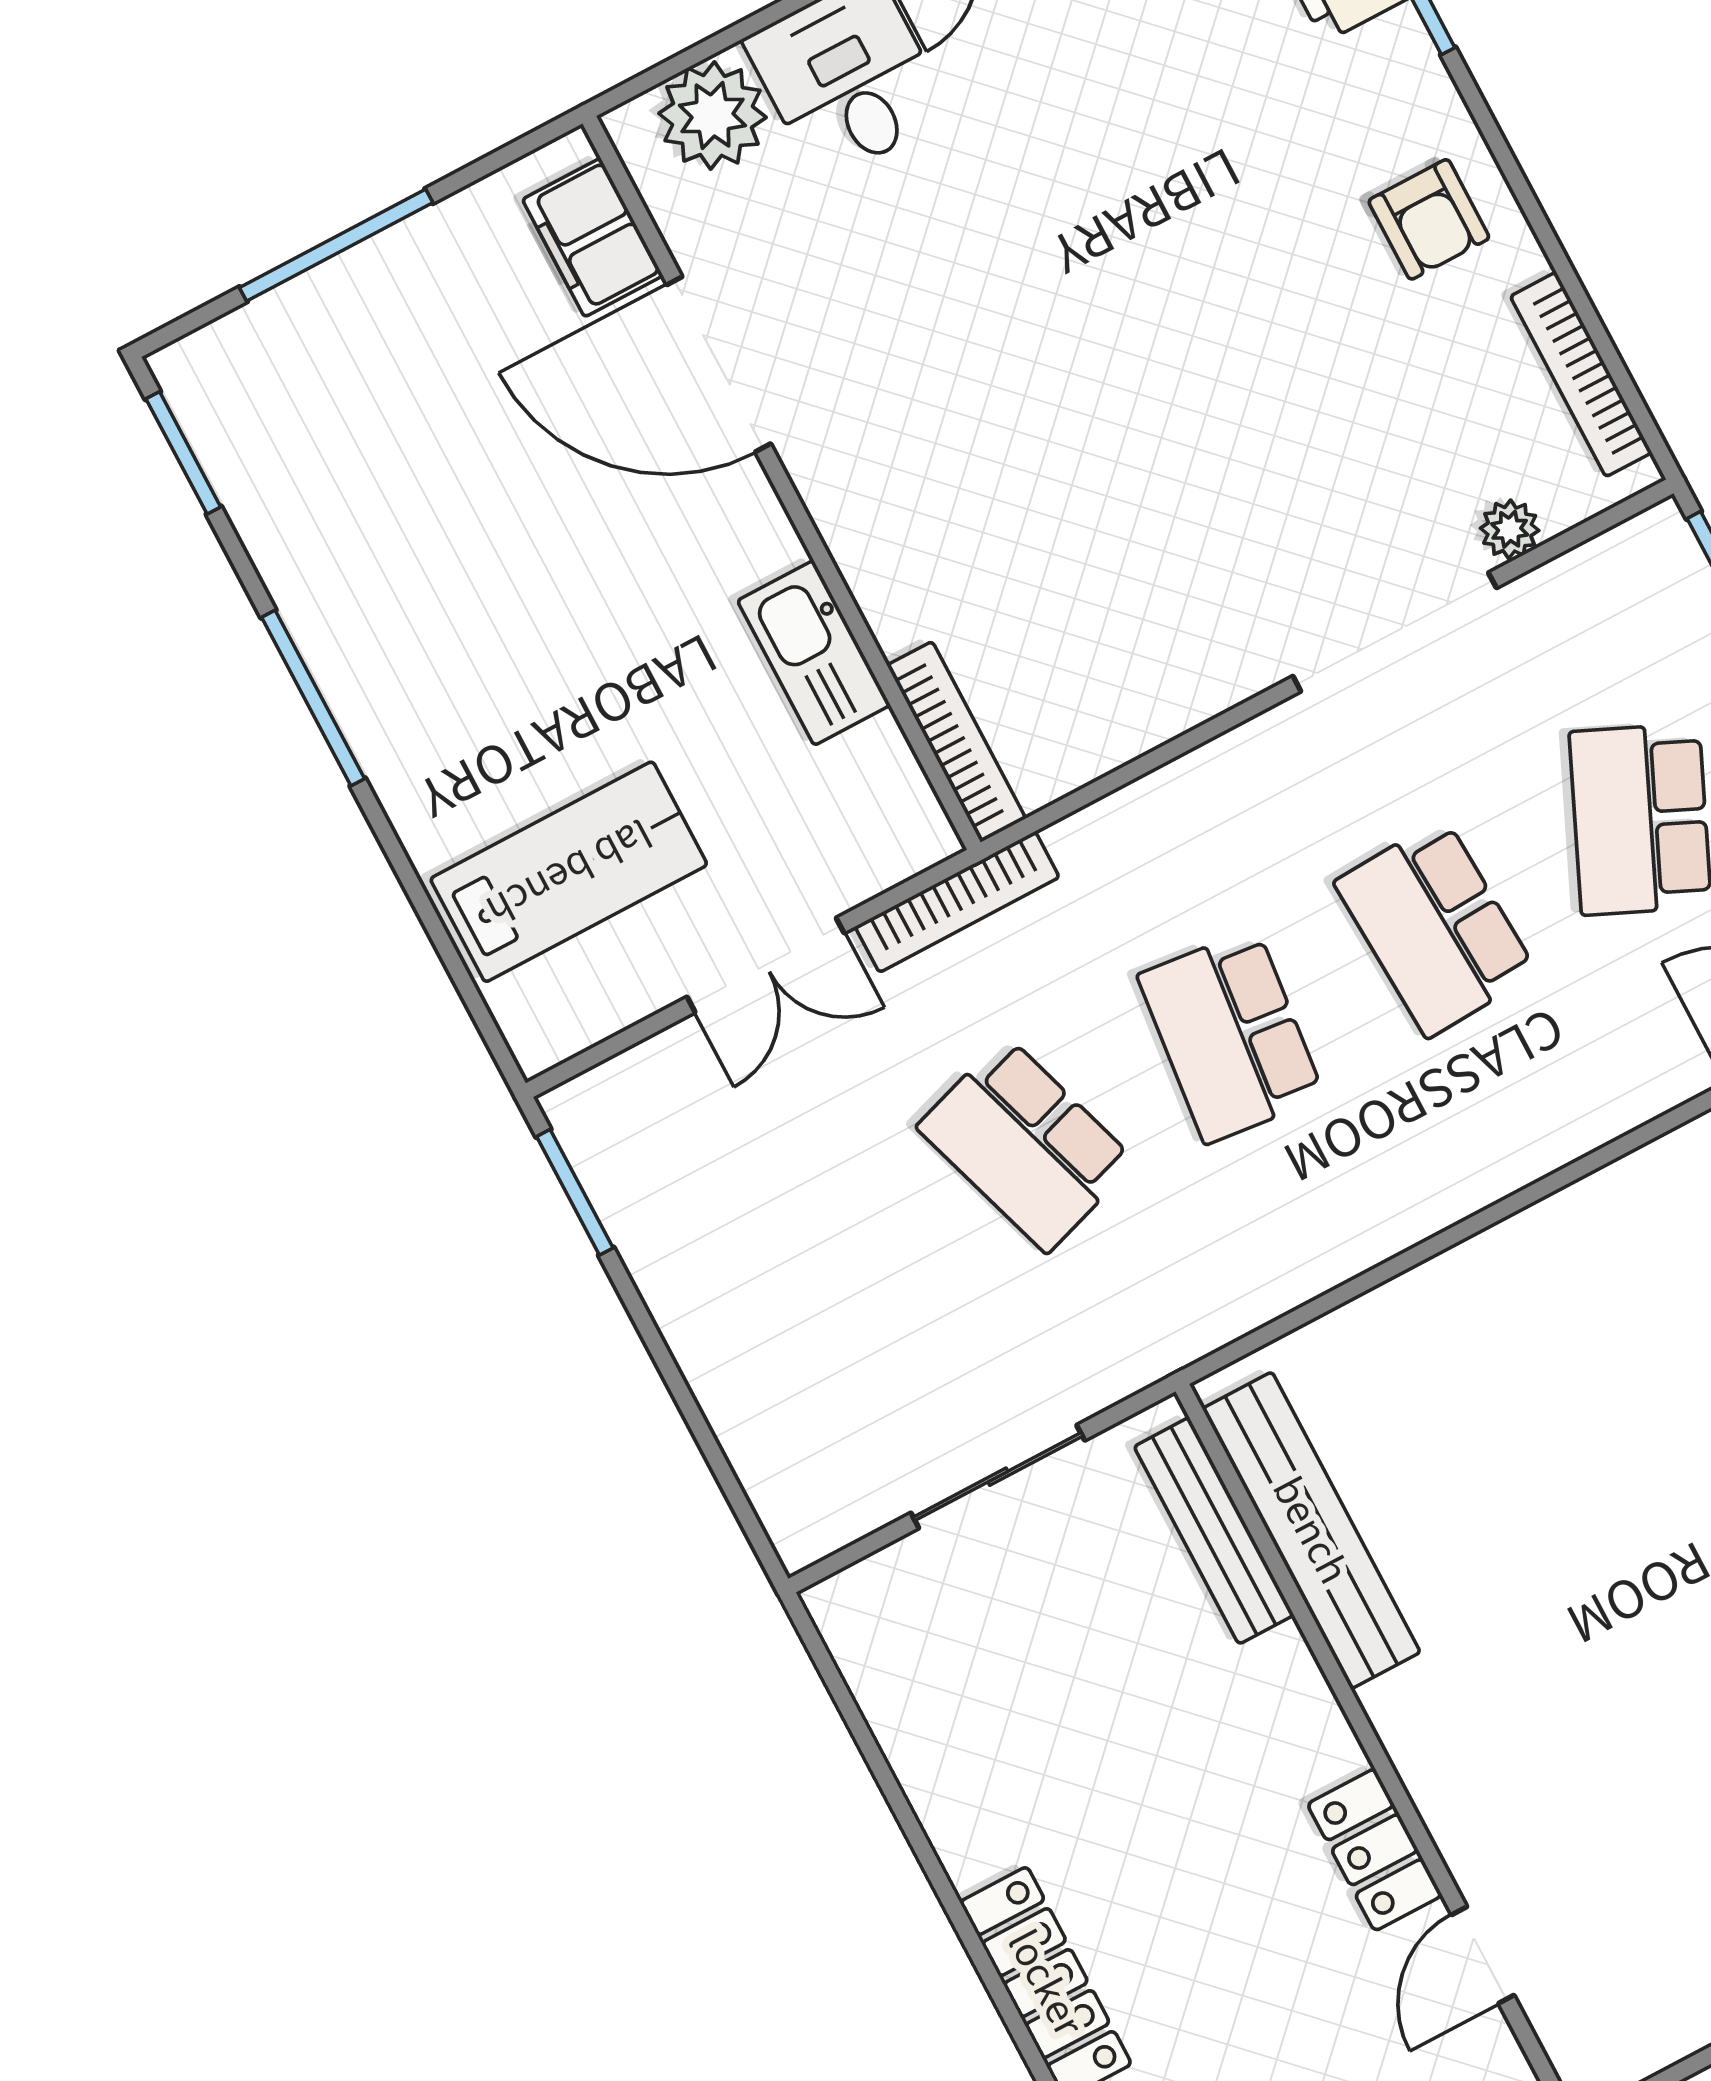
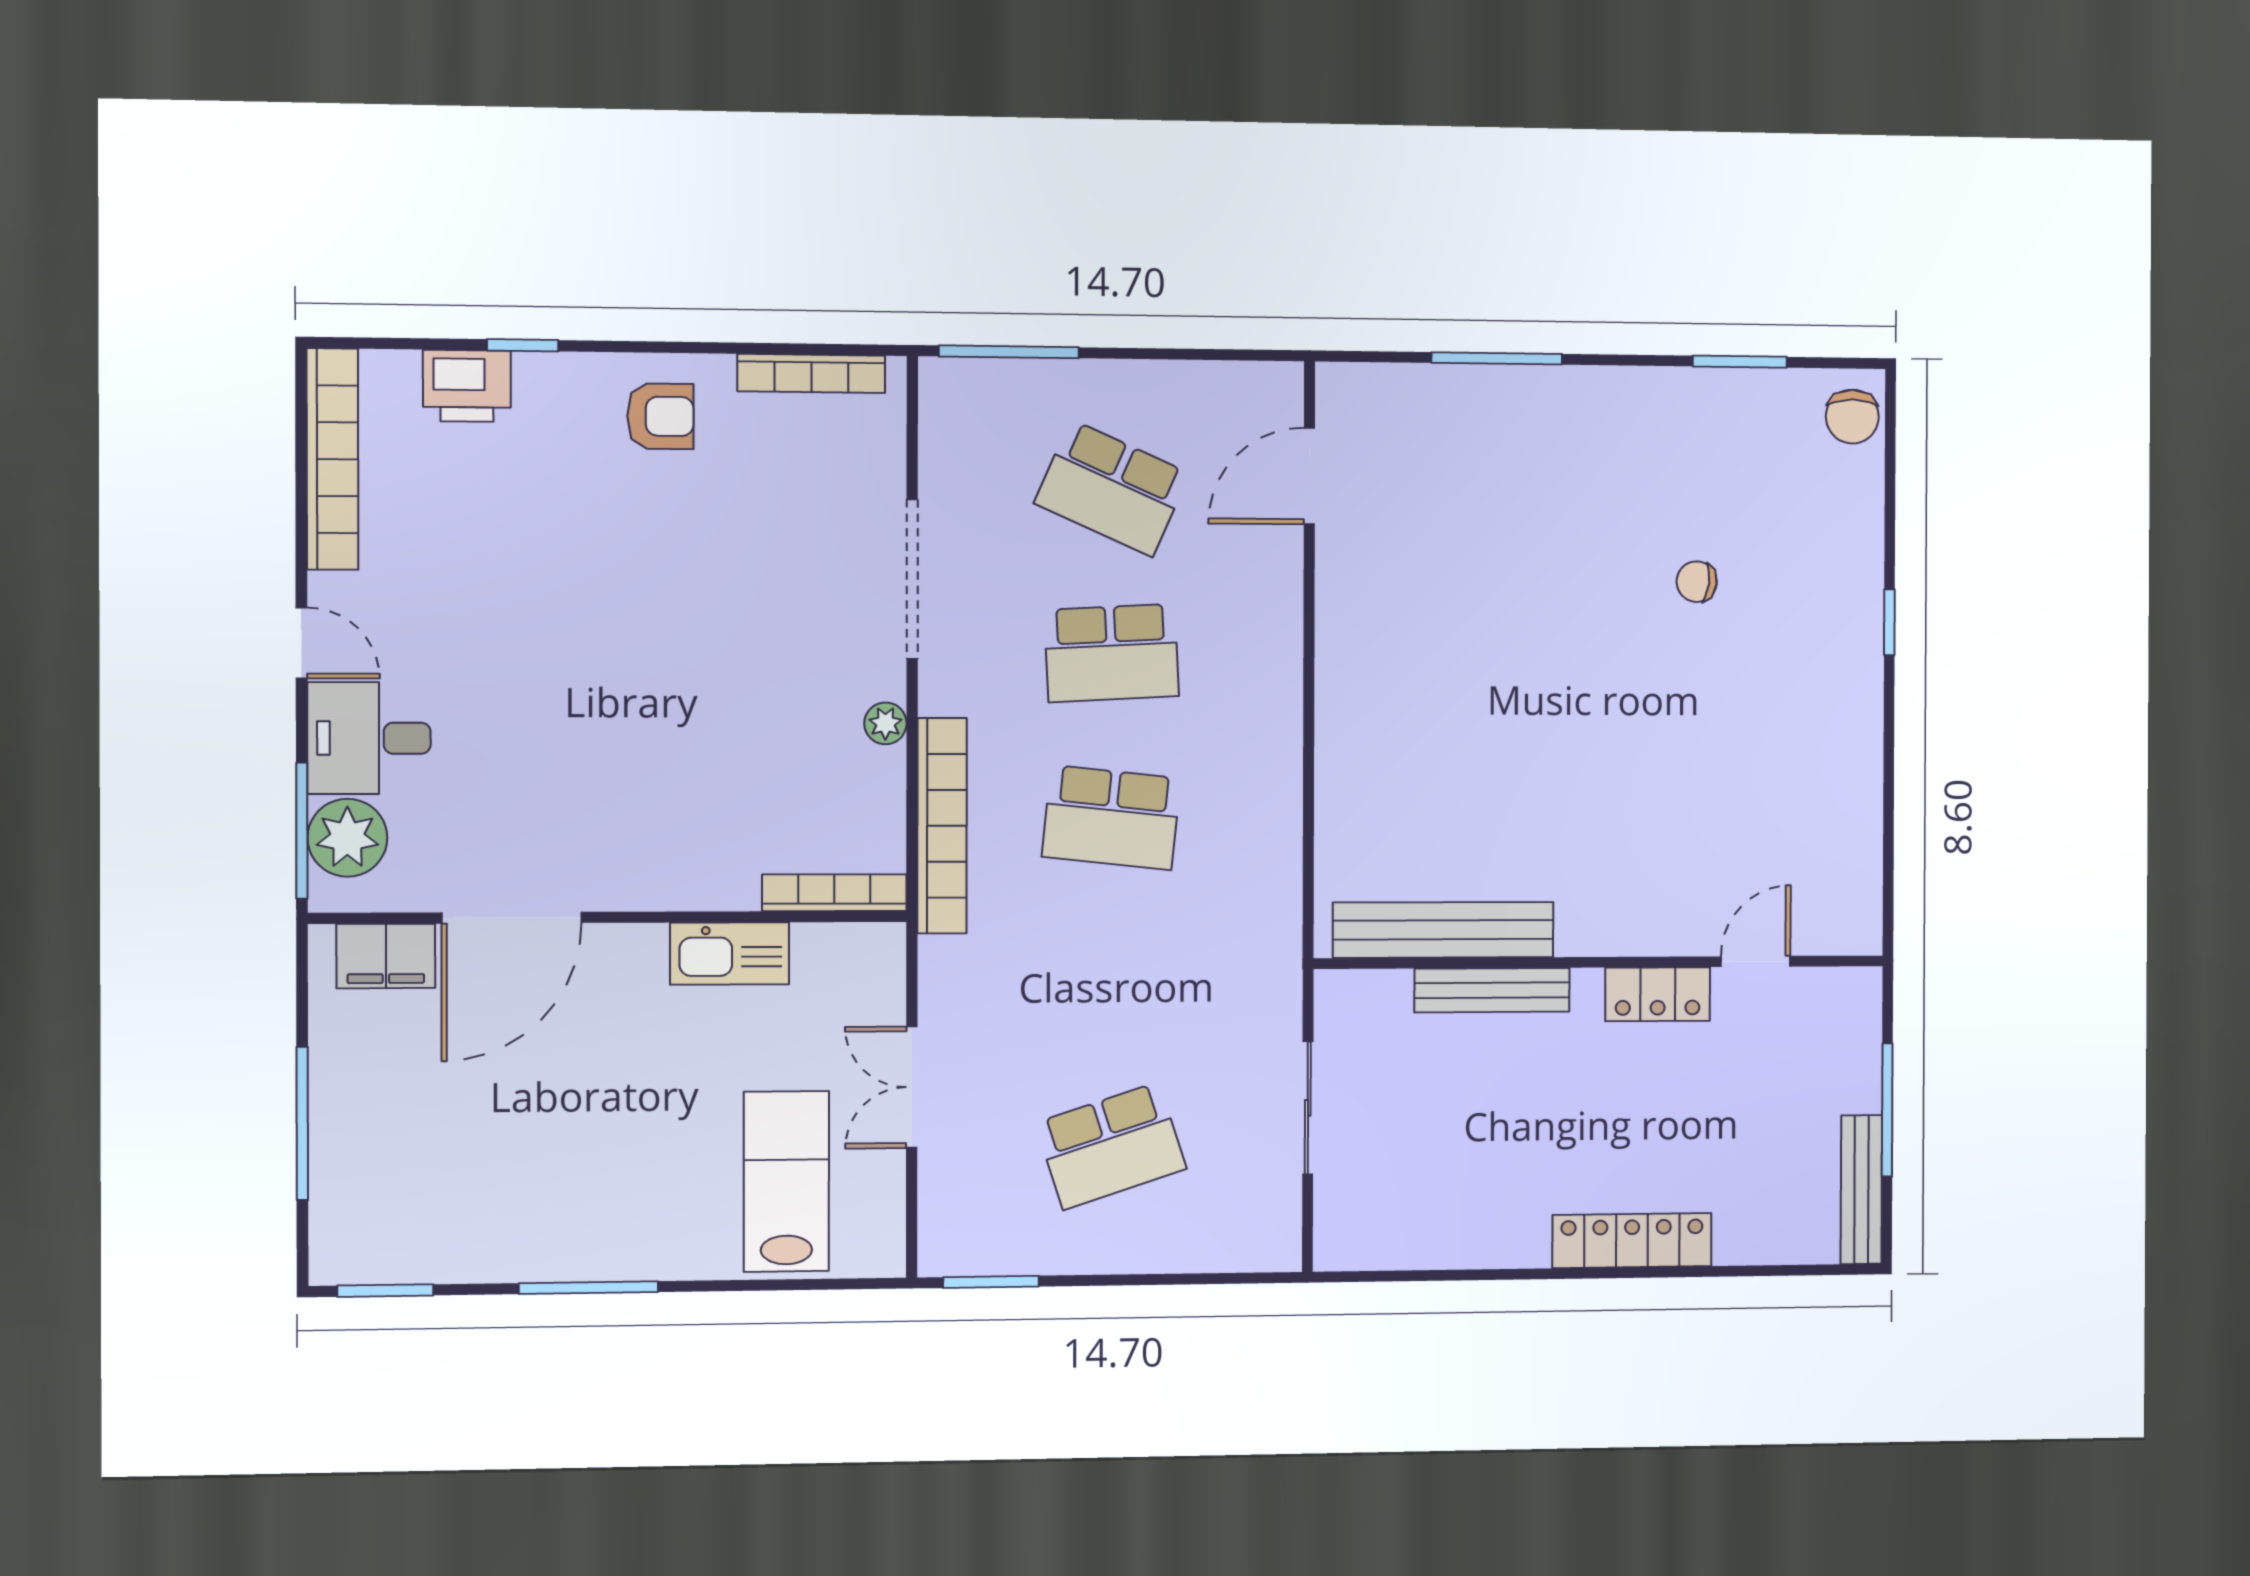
window: (692, 56) -> (302, 831), added
plant: (1510, 529) -> (885, 723), moved
bookcase: (957, 902) -> (942, 826), moved, width x1.48, depth x1.31
double door: (766, 965) -> (912, 1087), swing flipped
school desk: (1026, 1144) -> (1111, 1146), moved
bench: (1214, 1531) -> (1492, 990), moved
door: (1483, 1955) -> (1756, 961), swing flipped

